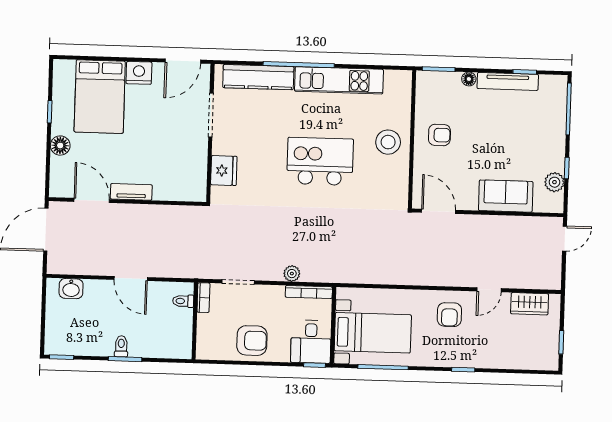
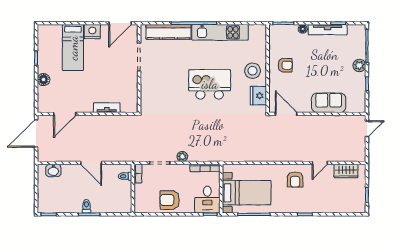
bed: (100, 97) -> (73, 48), width x0.67
fridge: (224, 171) -> (258, 96), moved, turned 180
plant: (554, 182) -> (359, 66), moved
tv unit: (131, 192) -> (107, 108), moved
door: (92, 200) -> (65, 114), swing flipped
plant: (292, 274) -> (182, 156), moved
armchair: (252, 341) -> (170, 200), turned 180

